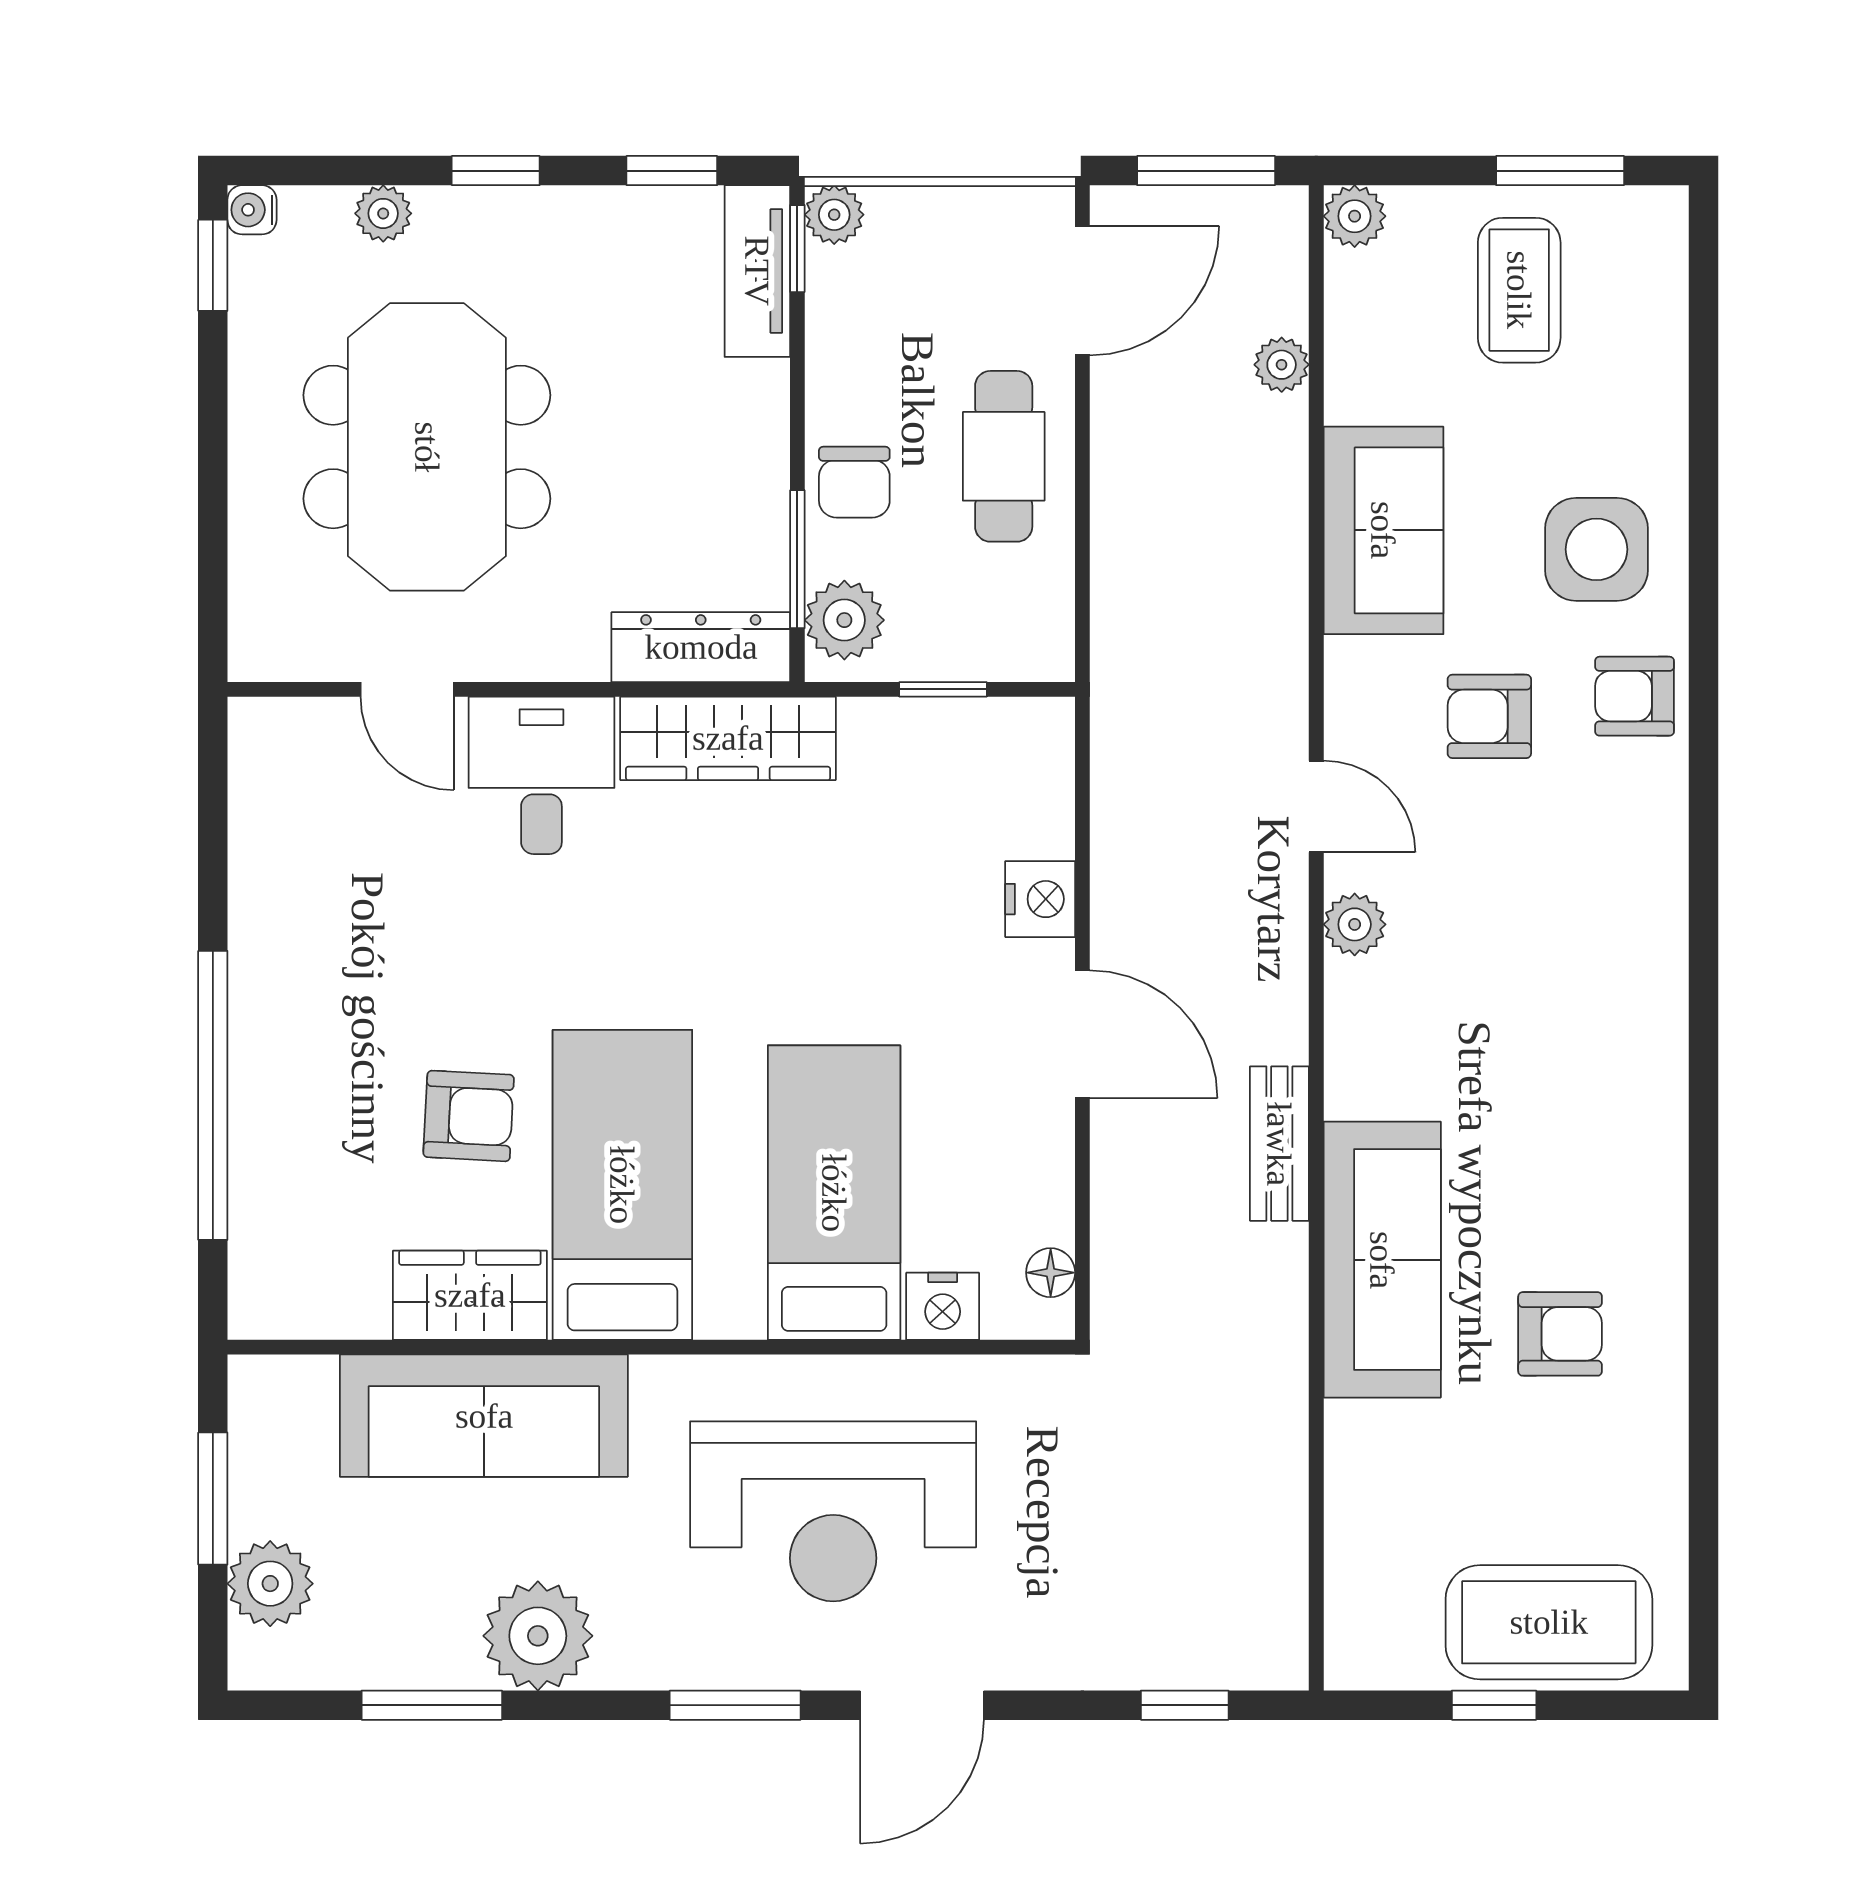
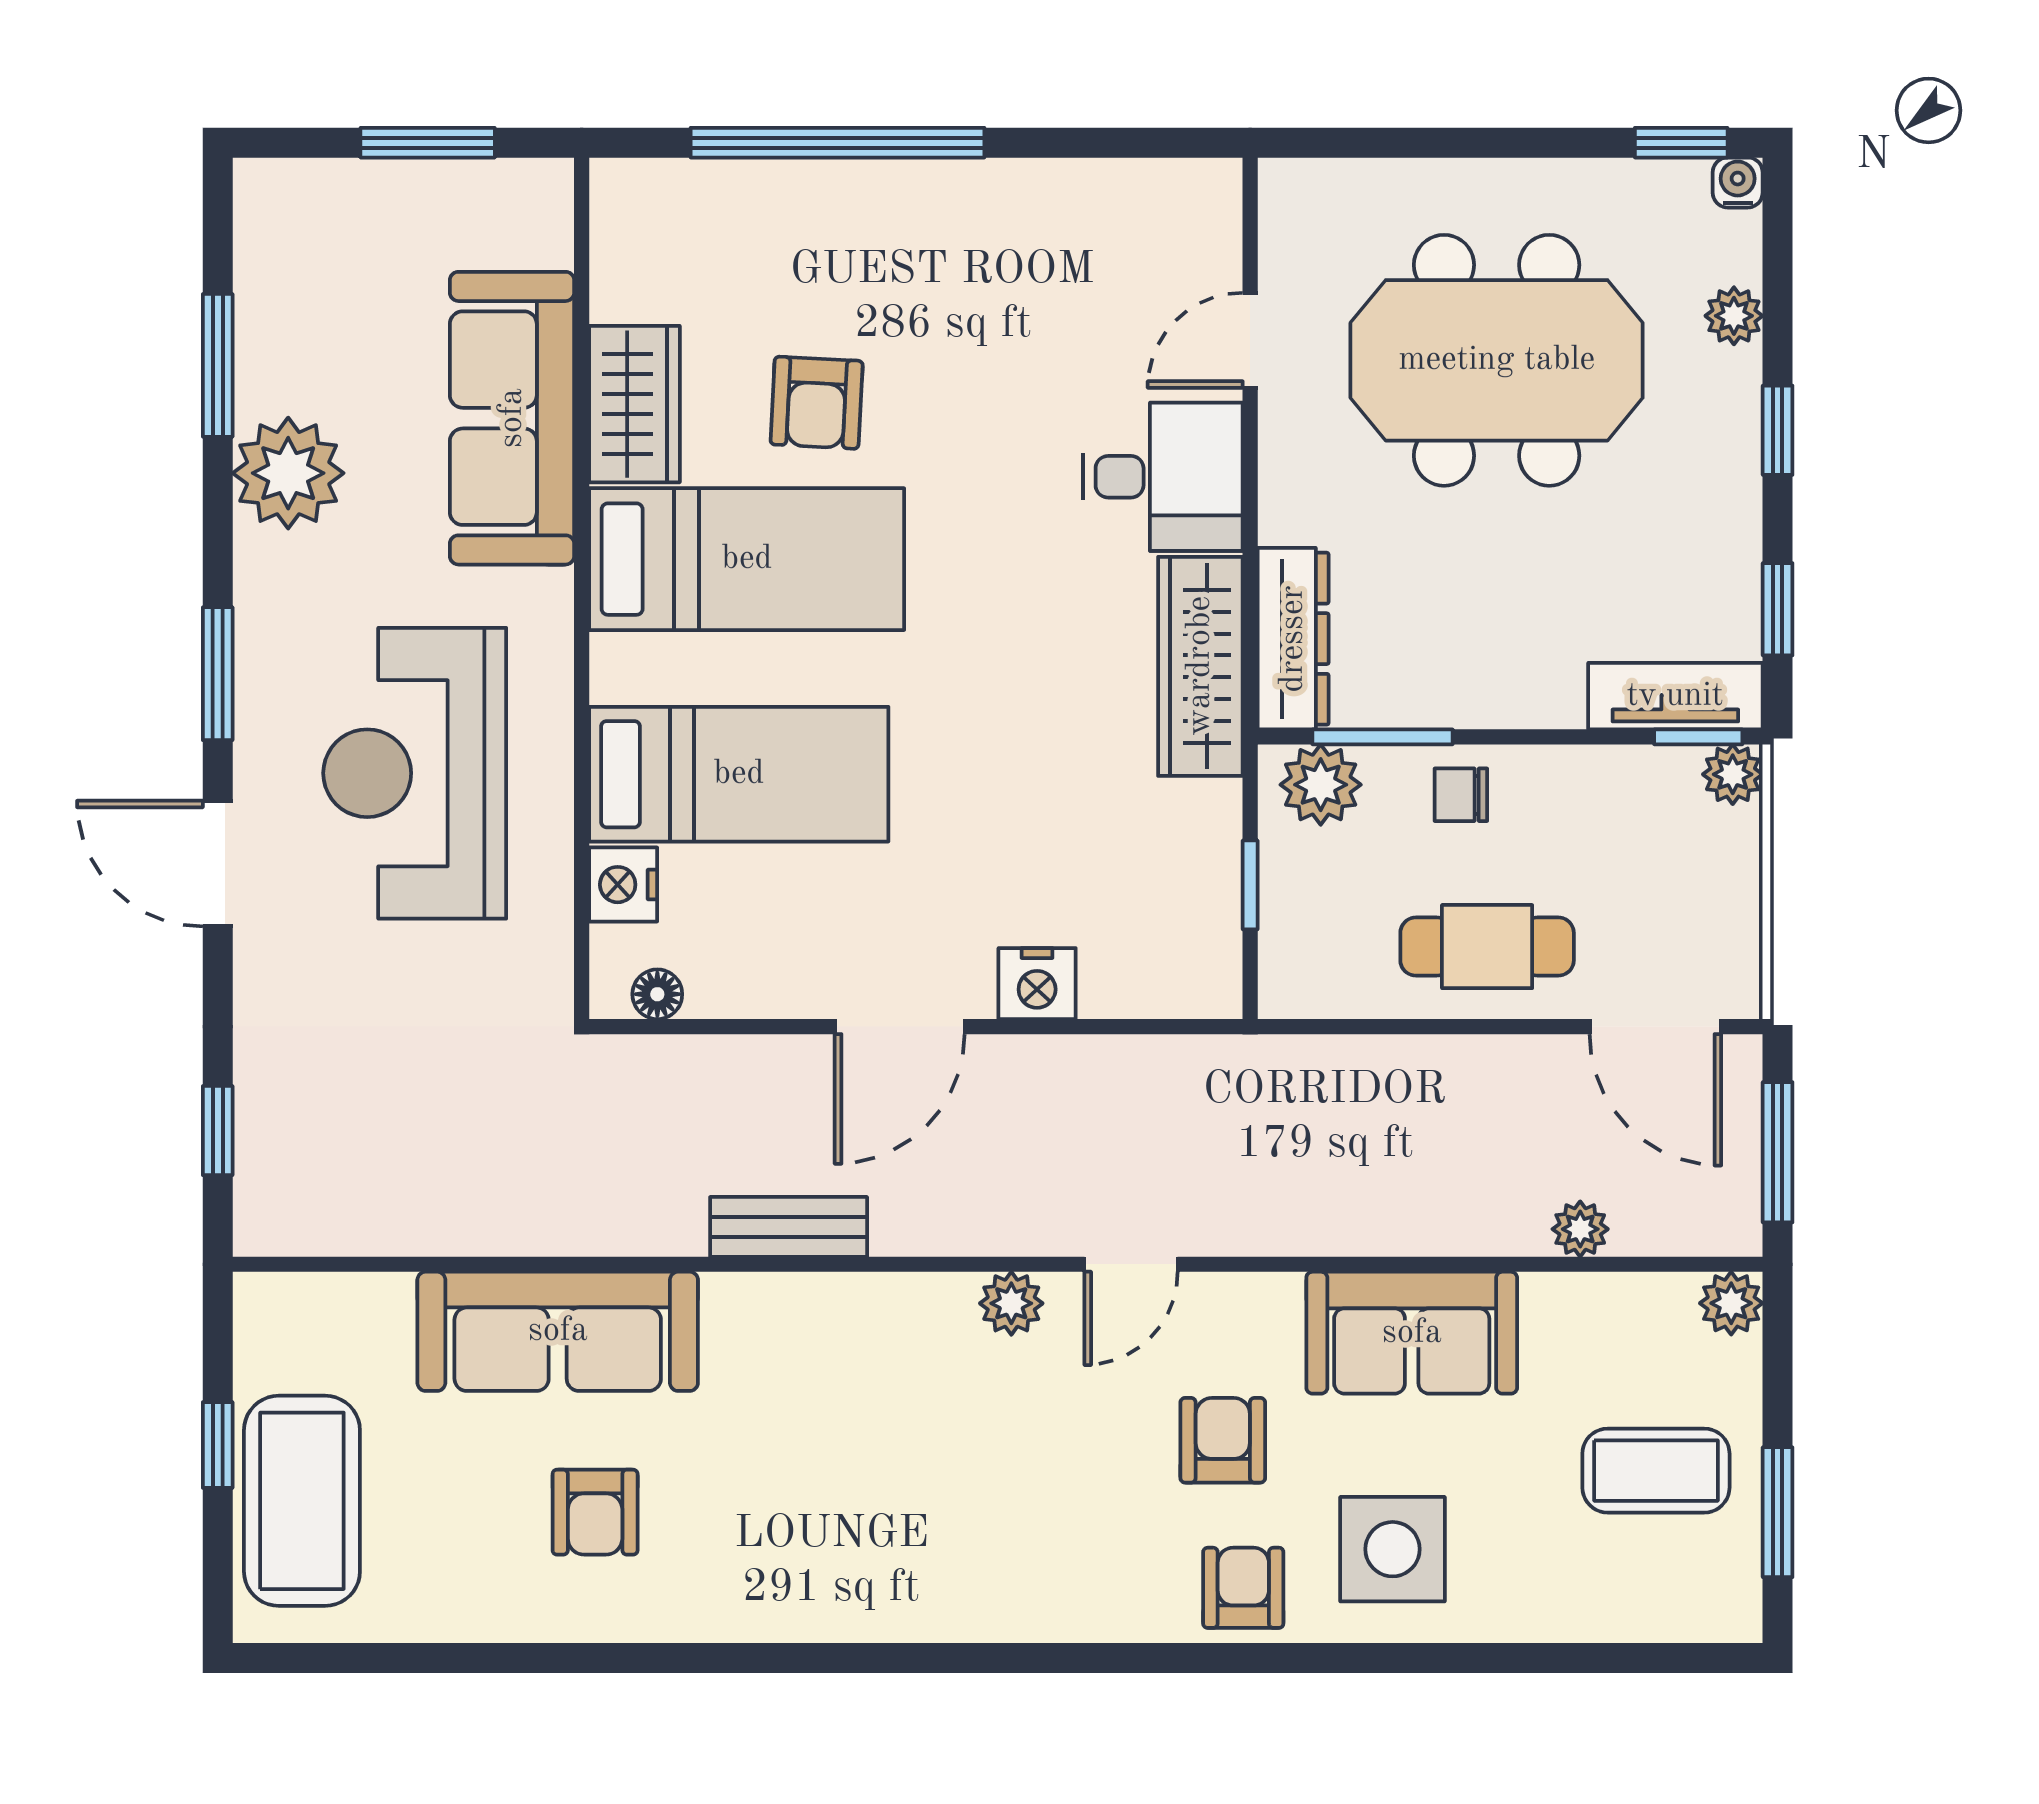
chair: (854, 482) -> (1461, 795), width x0.73, depth x0.73
sofa: (1382, 1260) -> (558, 1331), moved
plant: (270, 1584) -> (341, 201), removed

